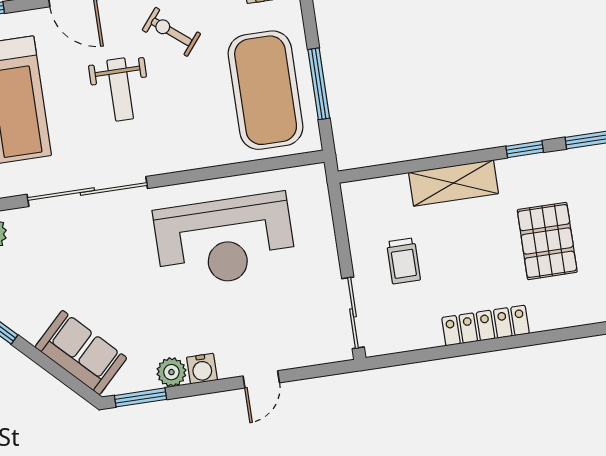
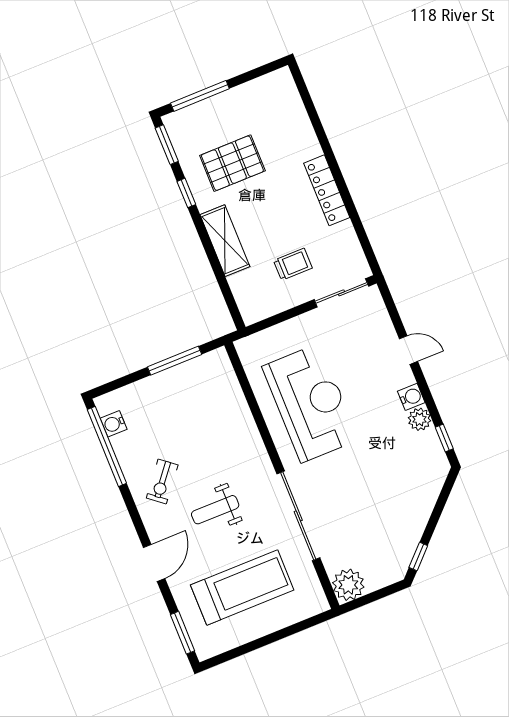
weight bench: (120, 90) -> (215, 510), turned 180
exercise mat: (266, 90) -> (189, 400), removed
pallet: (547, 241) -> (232, 163), moved
sofa: (81, 353) -> (421, 491), removed
window: (141, 397) -> (444, 438), width x0.67

